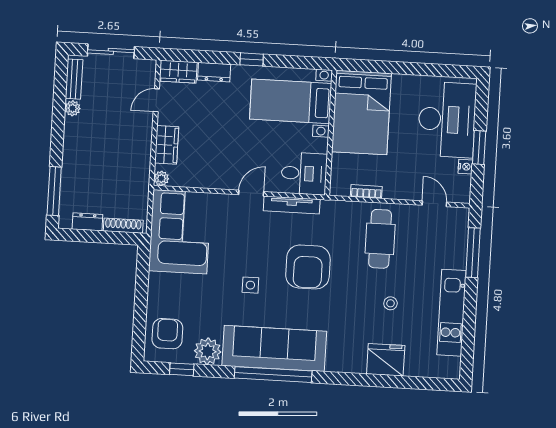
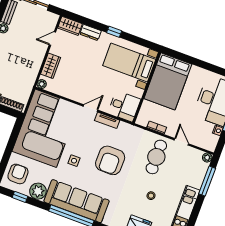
door: (434, 204) -> (181, 142), moved
tv unit: (292, 205) -> (107, 120), width x0.71
plant: (462, 215) -> (207, 158), added
corner sofa: (180, 232) -> (46, 128), width x1.36, depth x1.36

